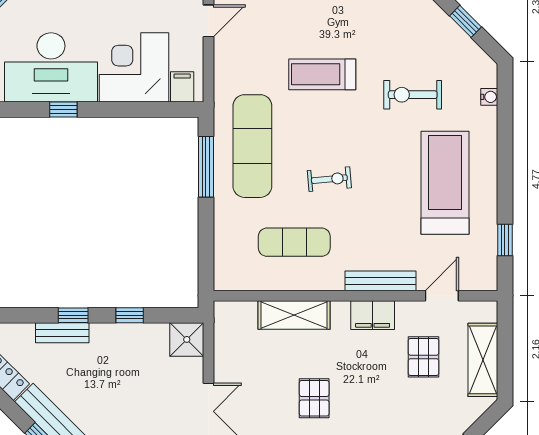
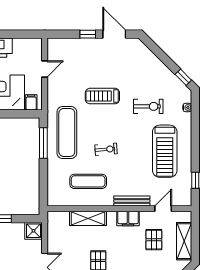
window: (465, 21) -> (183, 77), moved
exercise bike: (413, 95) -> (148, 106), turned 180
treadmill: (445, 183) -> (165, 151), turned 180

